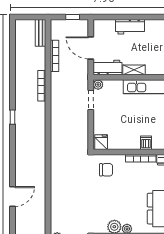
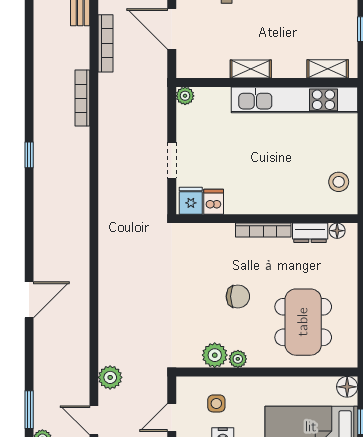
workbench: (108, 67) -> (202, 65), removed
doorway: (91, 100) -> (172, 160), moved
dishwasher: (146, 143) -> (214, 202), moved
chair: (106, 170) -> (238, 296), moved

